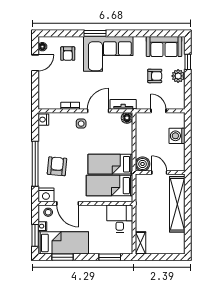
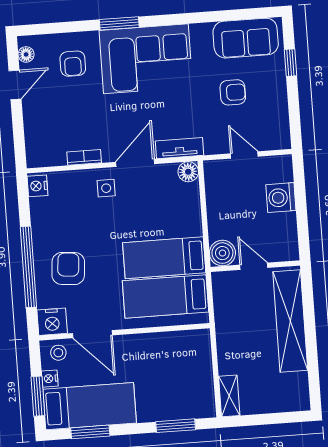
plant: (178, 76) -> (275, 89), removed
desk: (120, 219) -> (188, 355), removed

